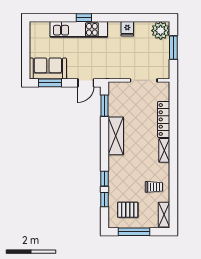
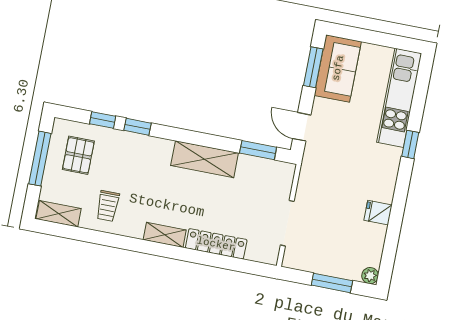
kitchen unit: (79, 29) -> (399, 98), moved
plant: (161, 31) -> (370, 276), width x0.53, depth x0.53

